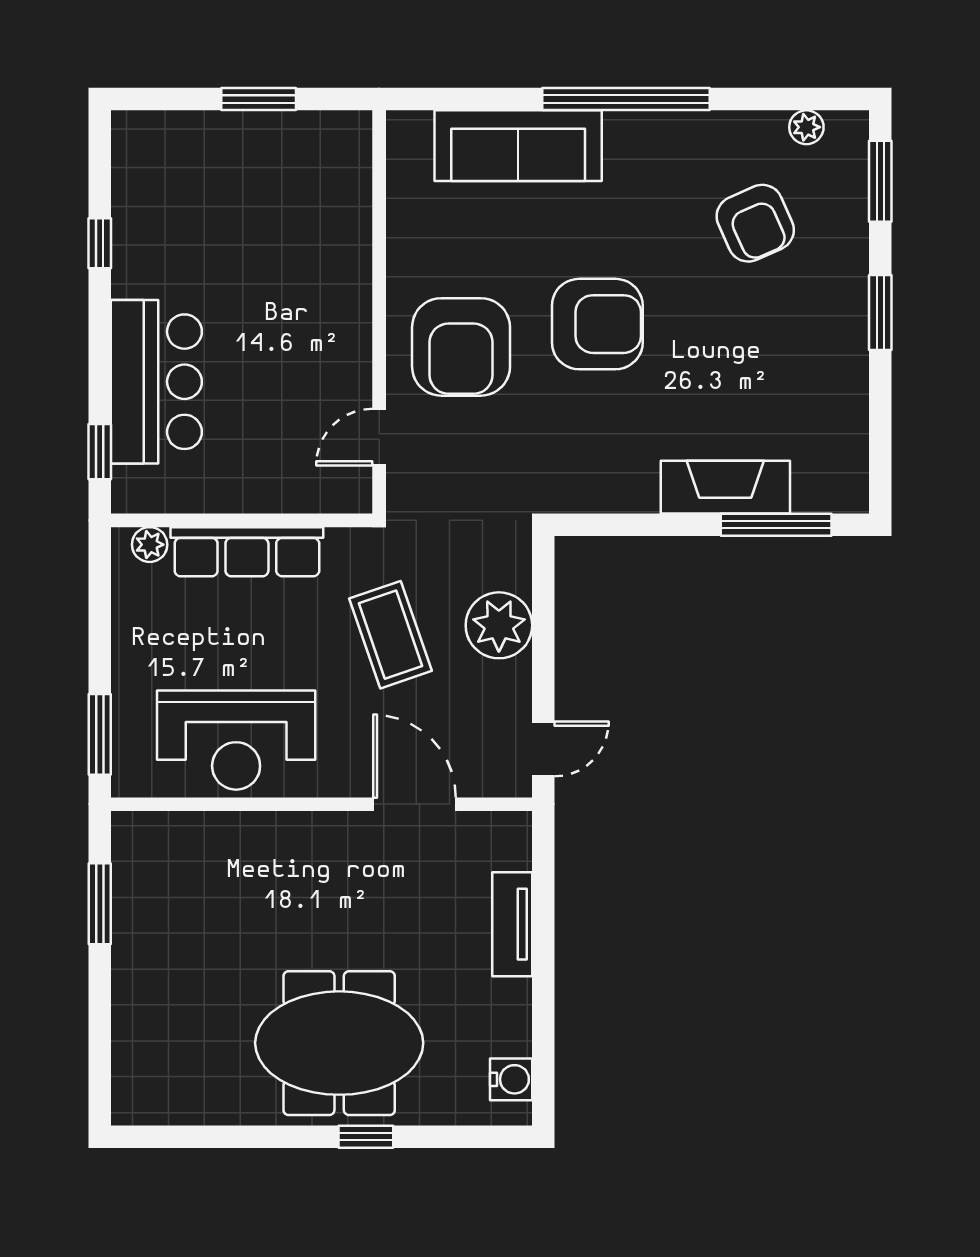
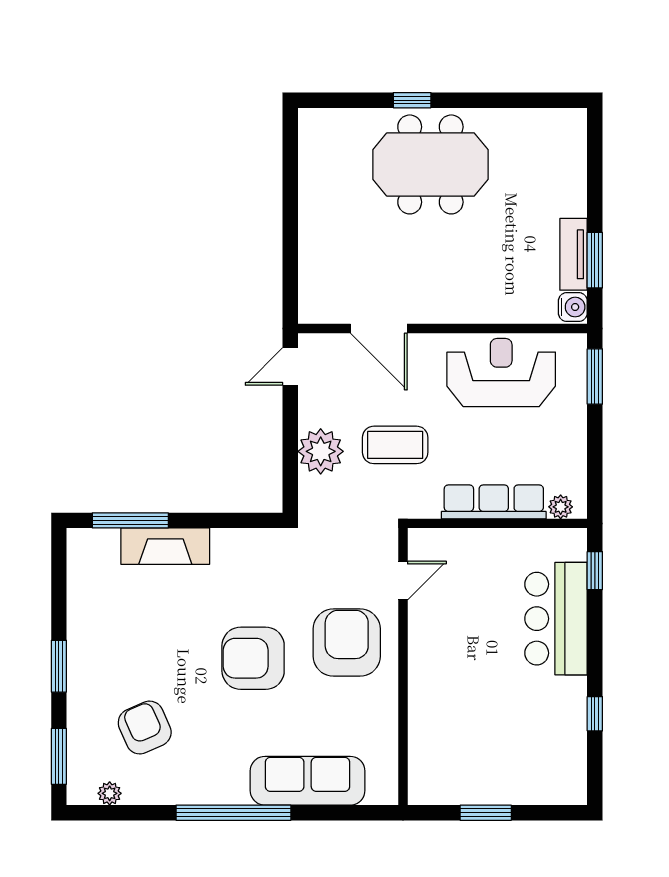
coffee table: (390, 635) -> (395, 445), turned -71
tv unit: (512, 924) -> (574, 254), moved, turned 180
water cooler: (511, 1079) -> (573, 307), moved, turned 180

